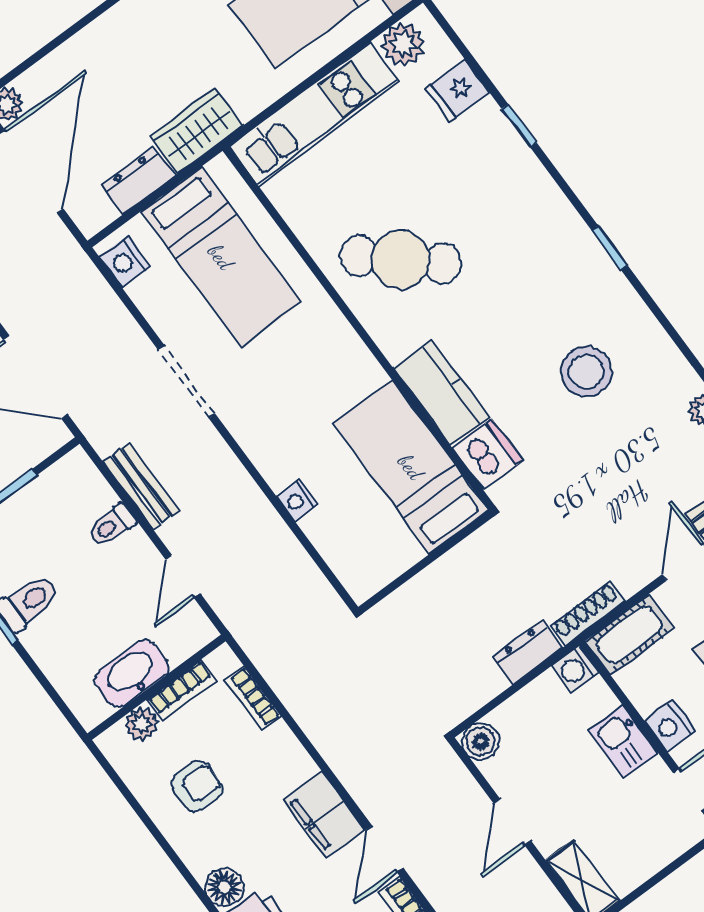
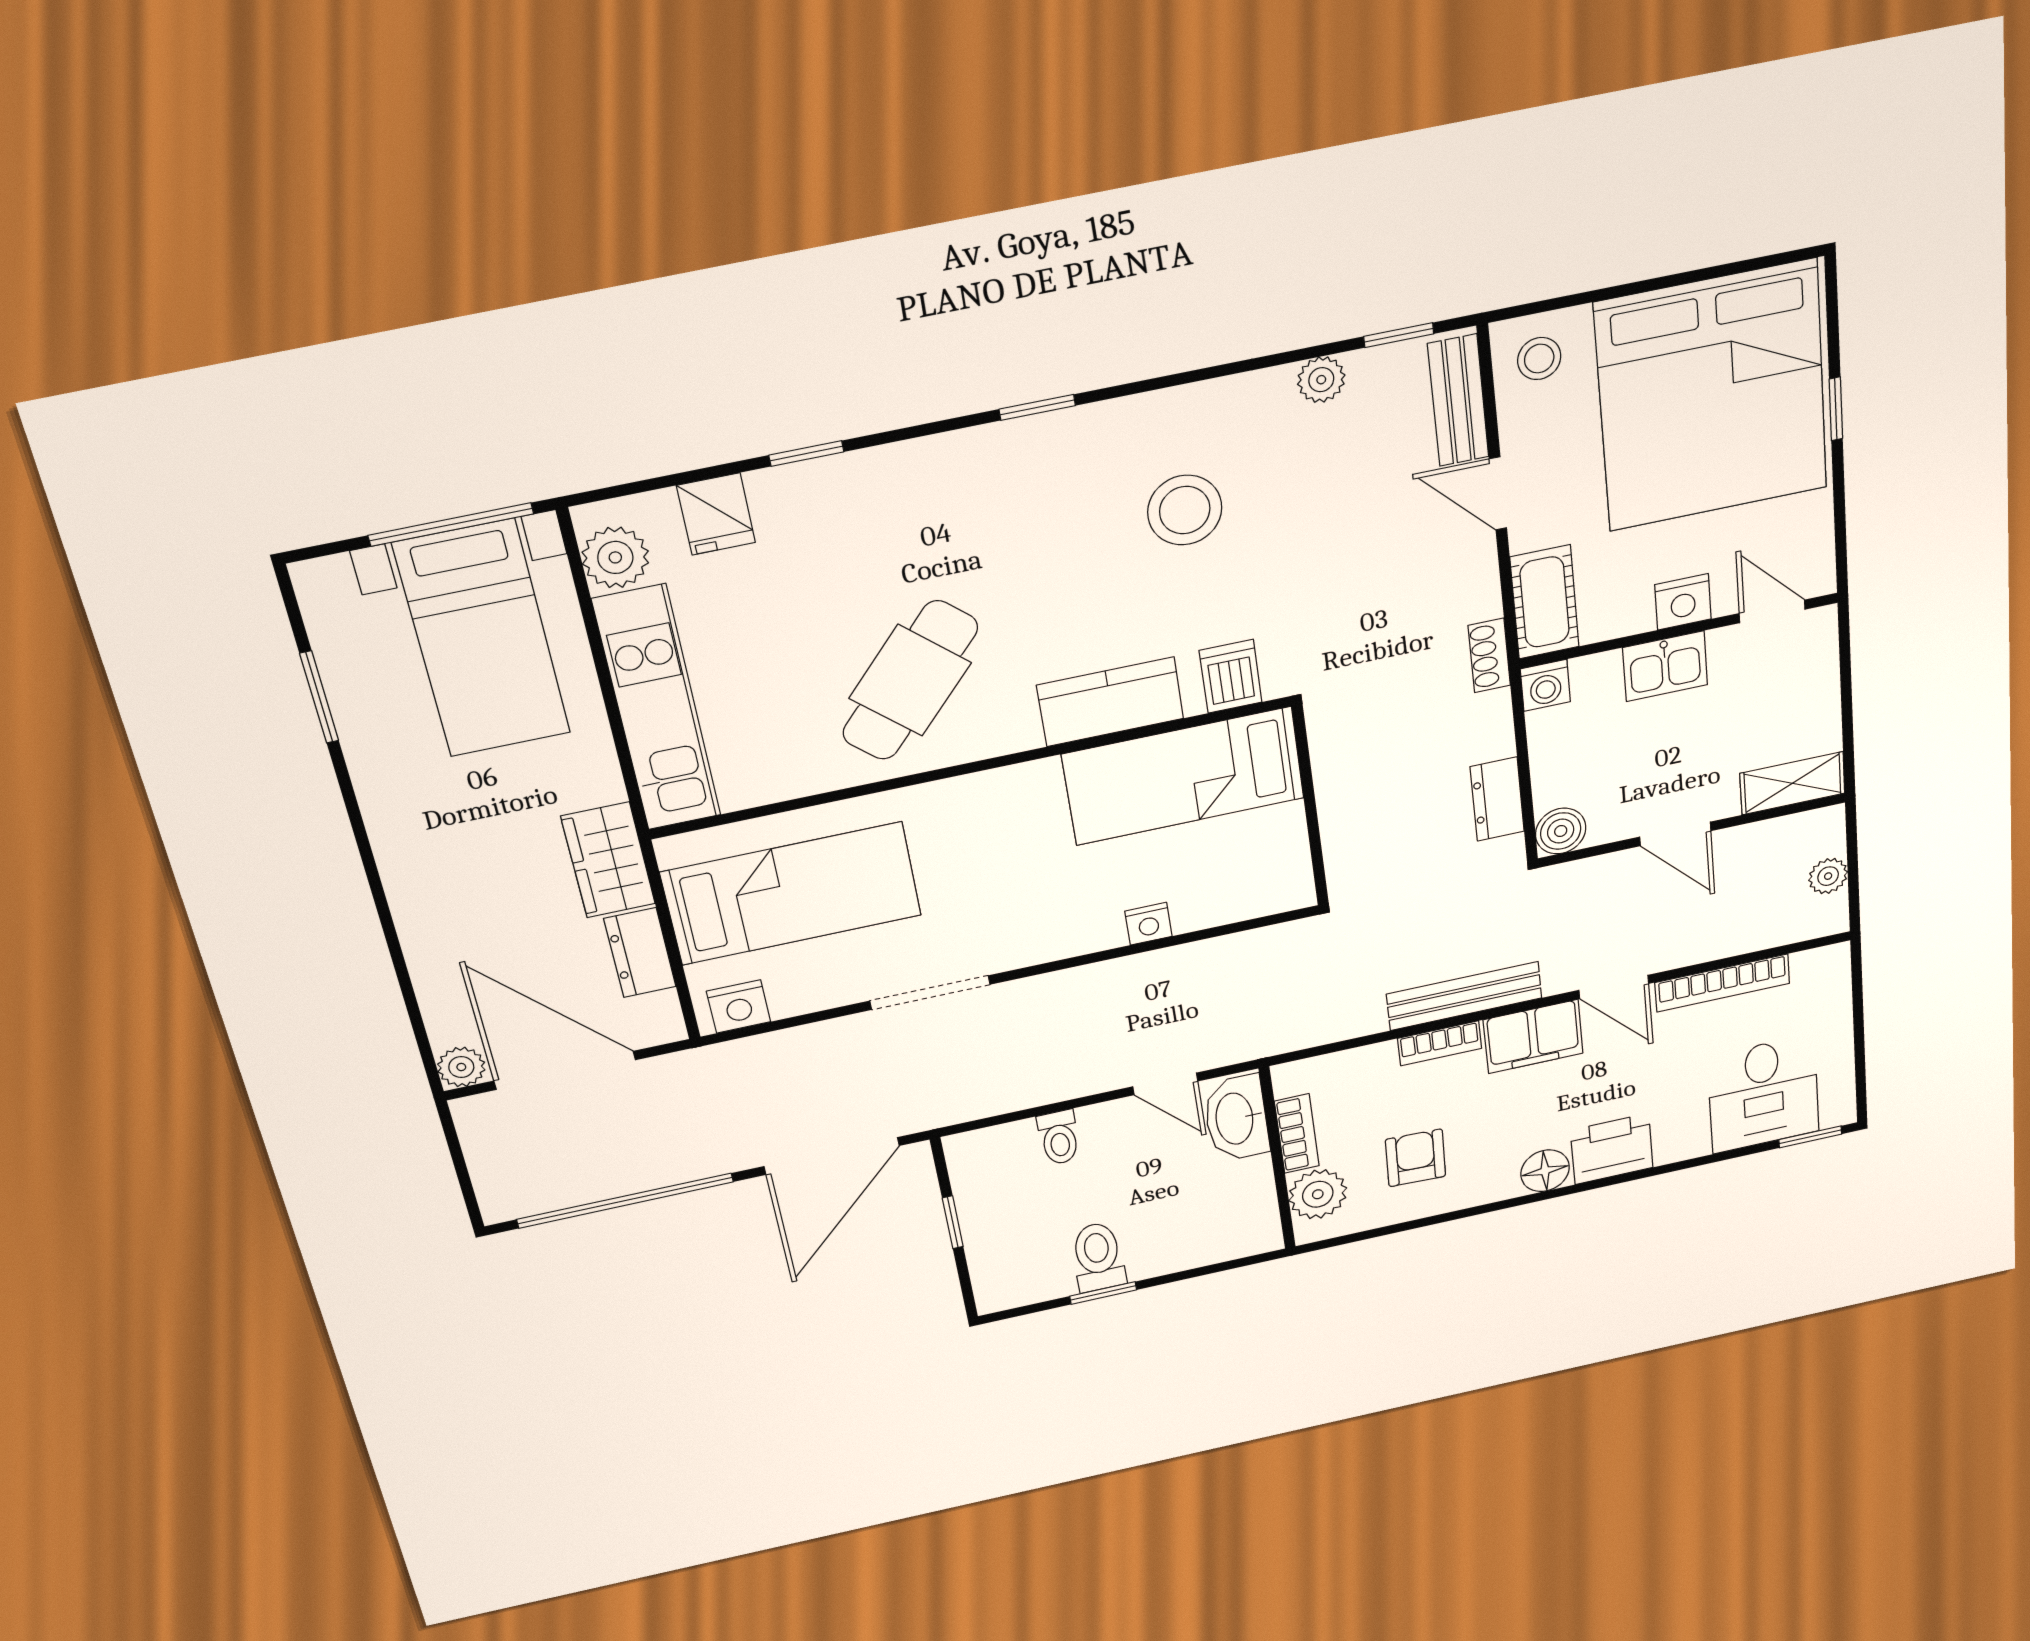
dishwasher: (487, 454) -> (1231, 676), width x0.73
bench: (141, 486) -> (1464, 996), moved, width x1.36
shoe rack: (588, 613) -> (1489, 655), width x0.70
dresser: (528, 652) -> (1497, 799), moved
washbasin: (132, 674) -> (1236, 1118), moved
bookcase: (253, 698) -> (1440, 1043), moved
plant: (141, 724) -> (1318, 1194), width x1.38, depth x1.38

